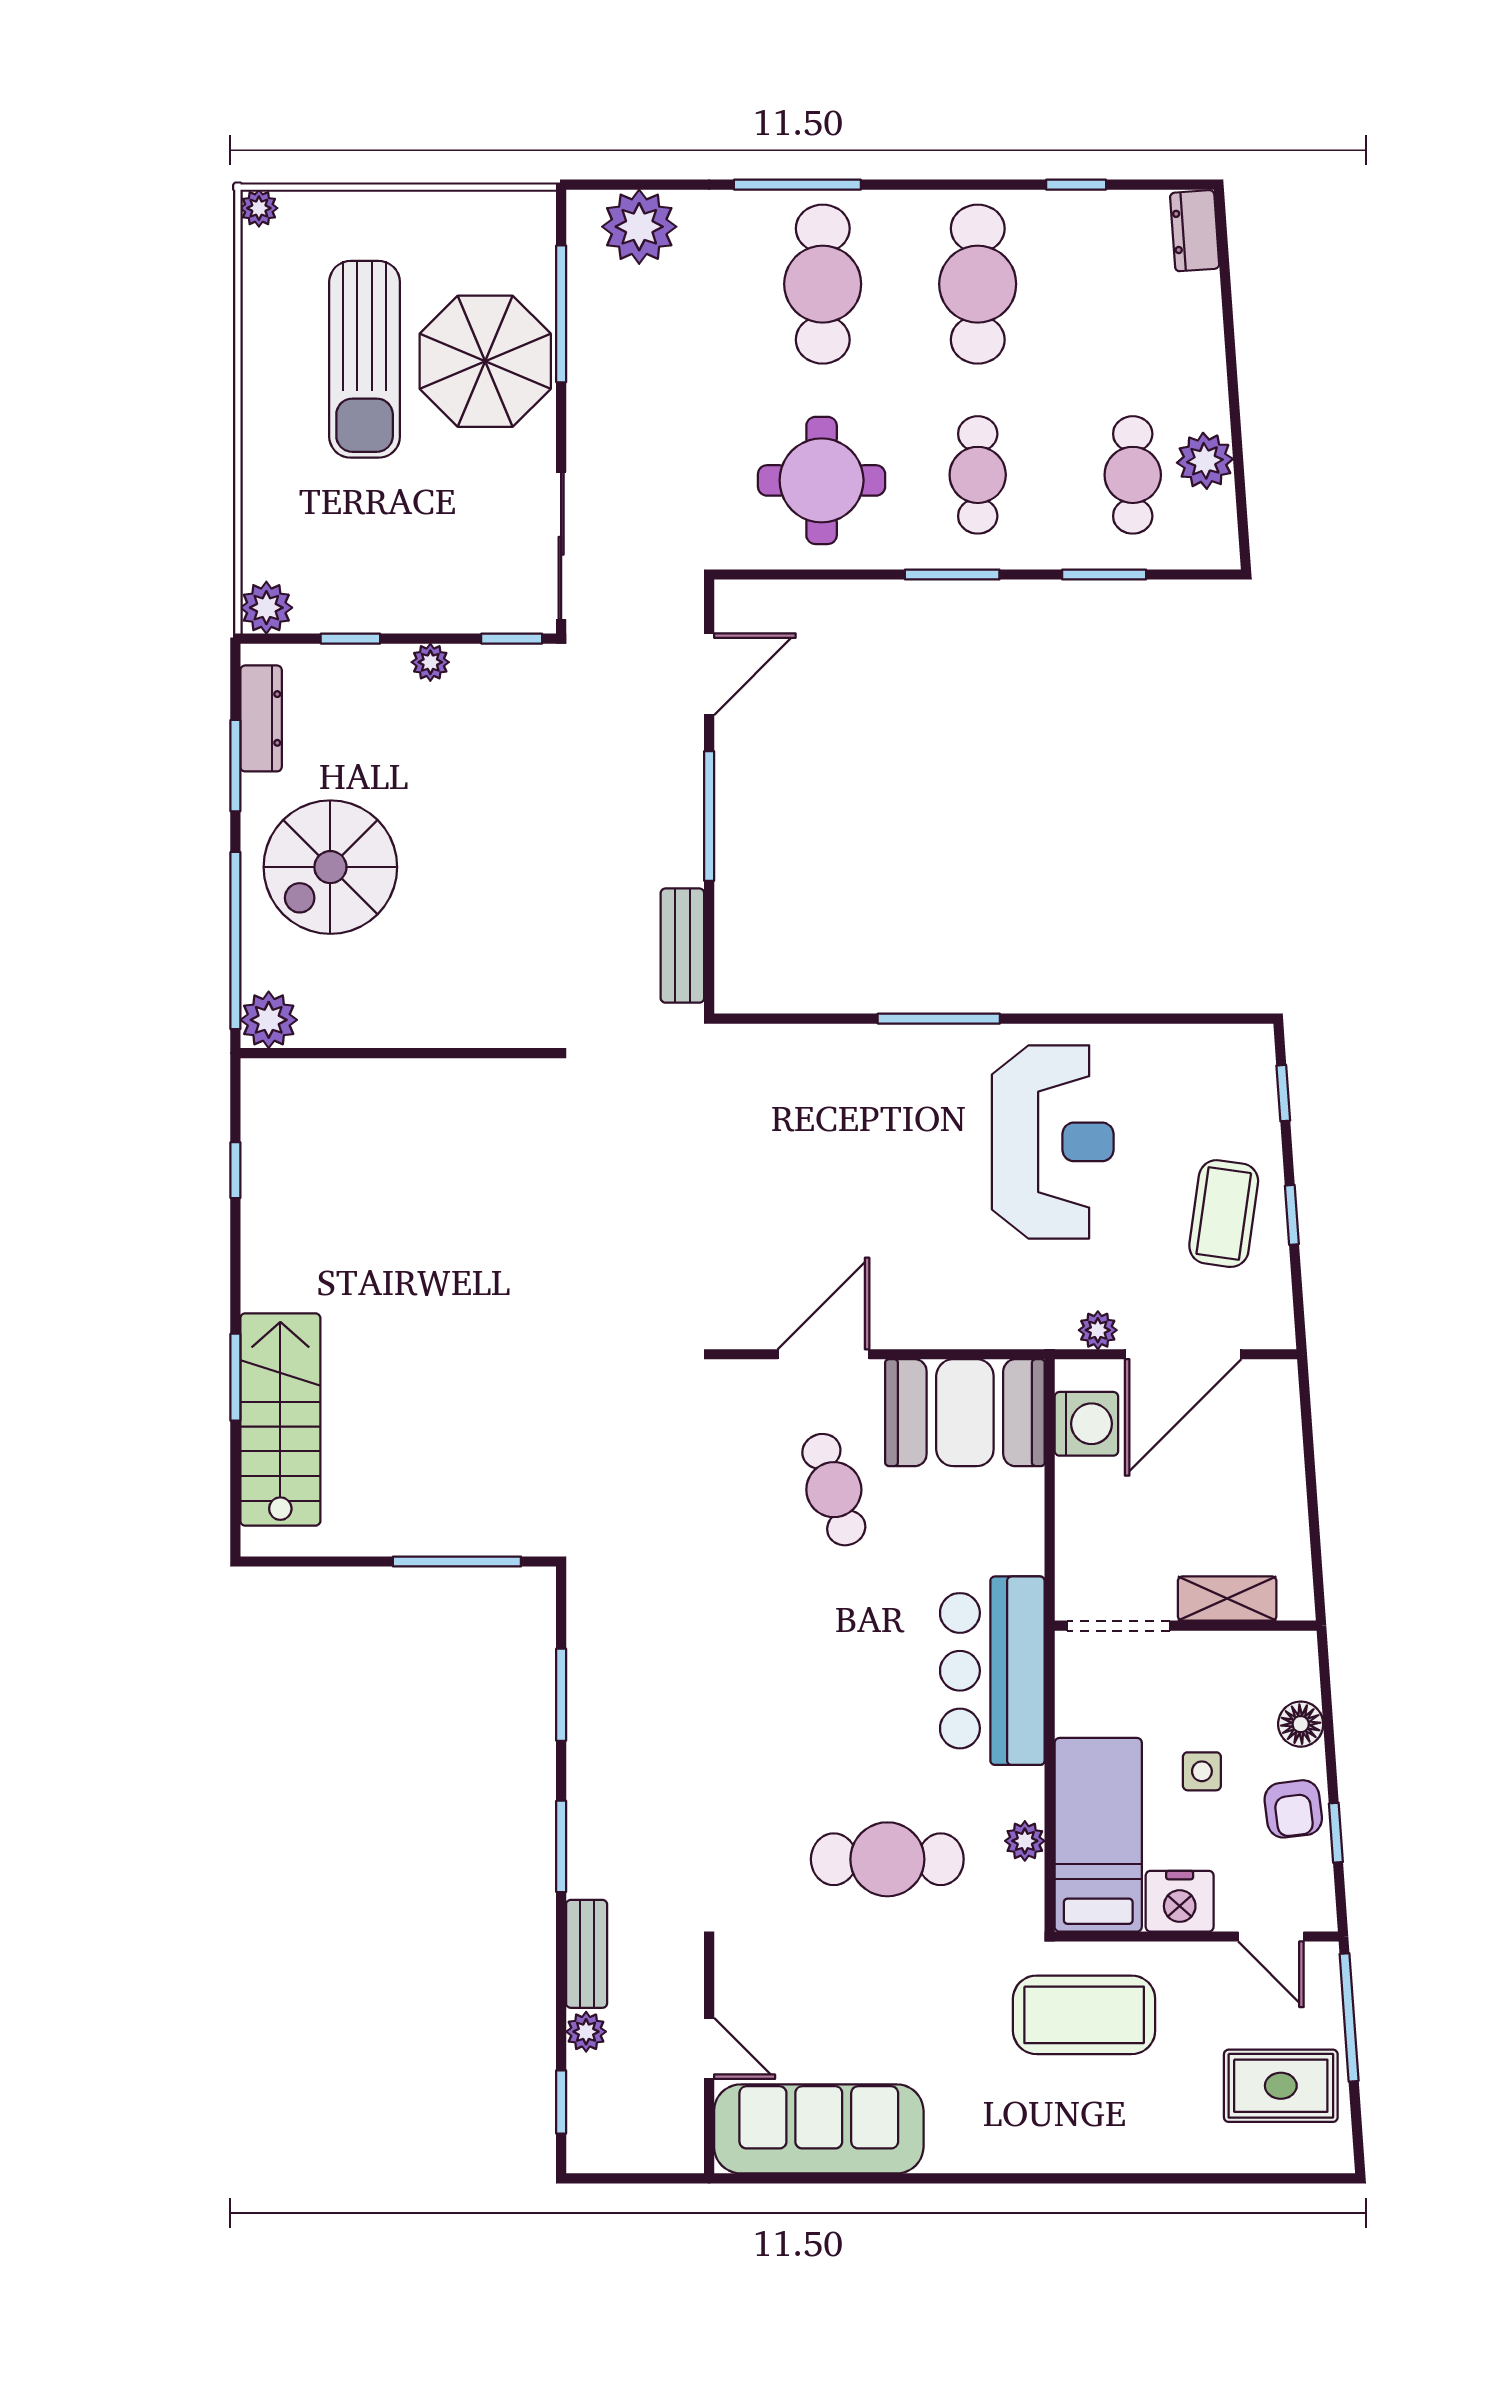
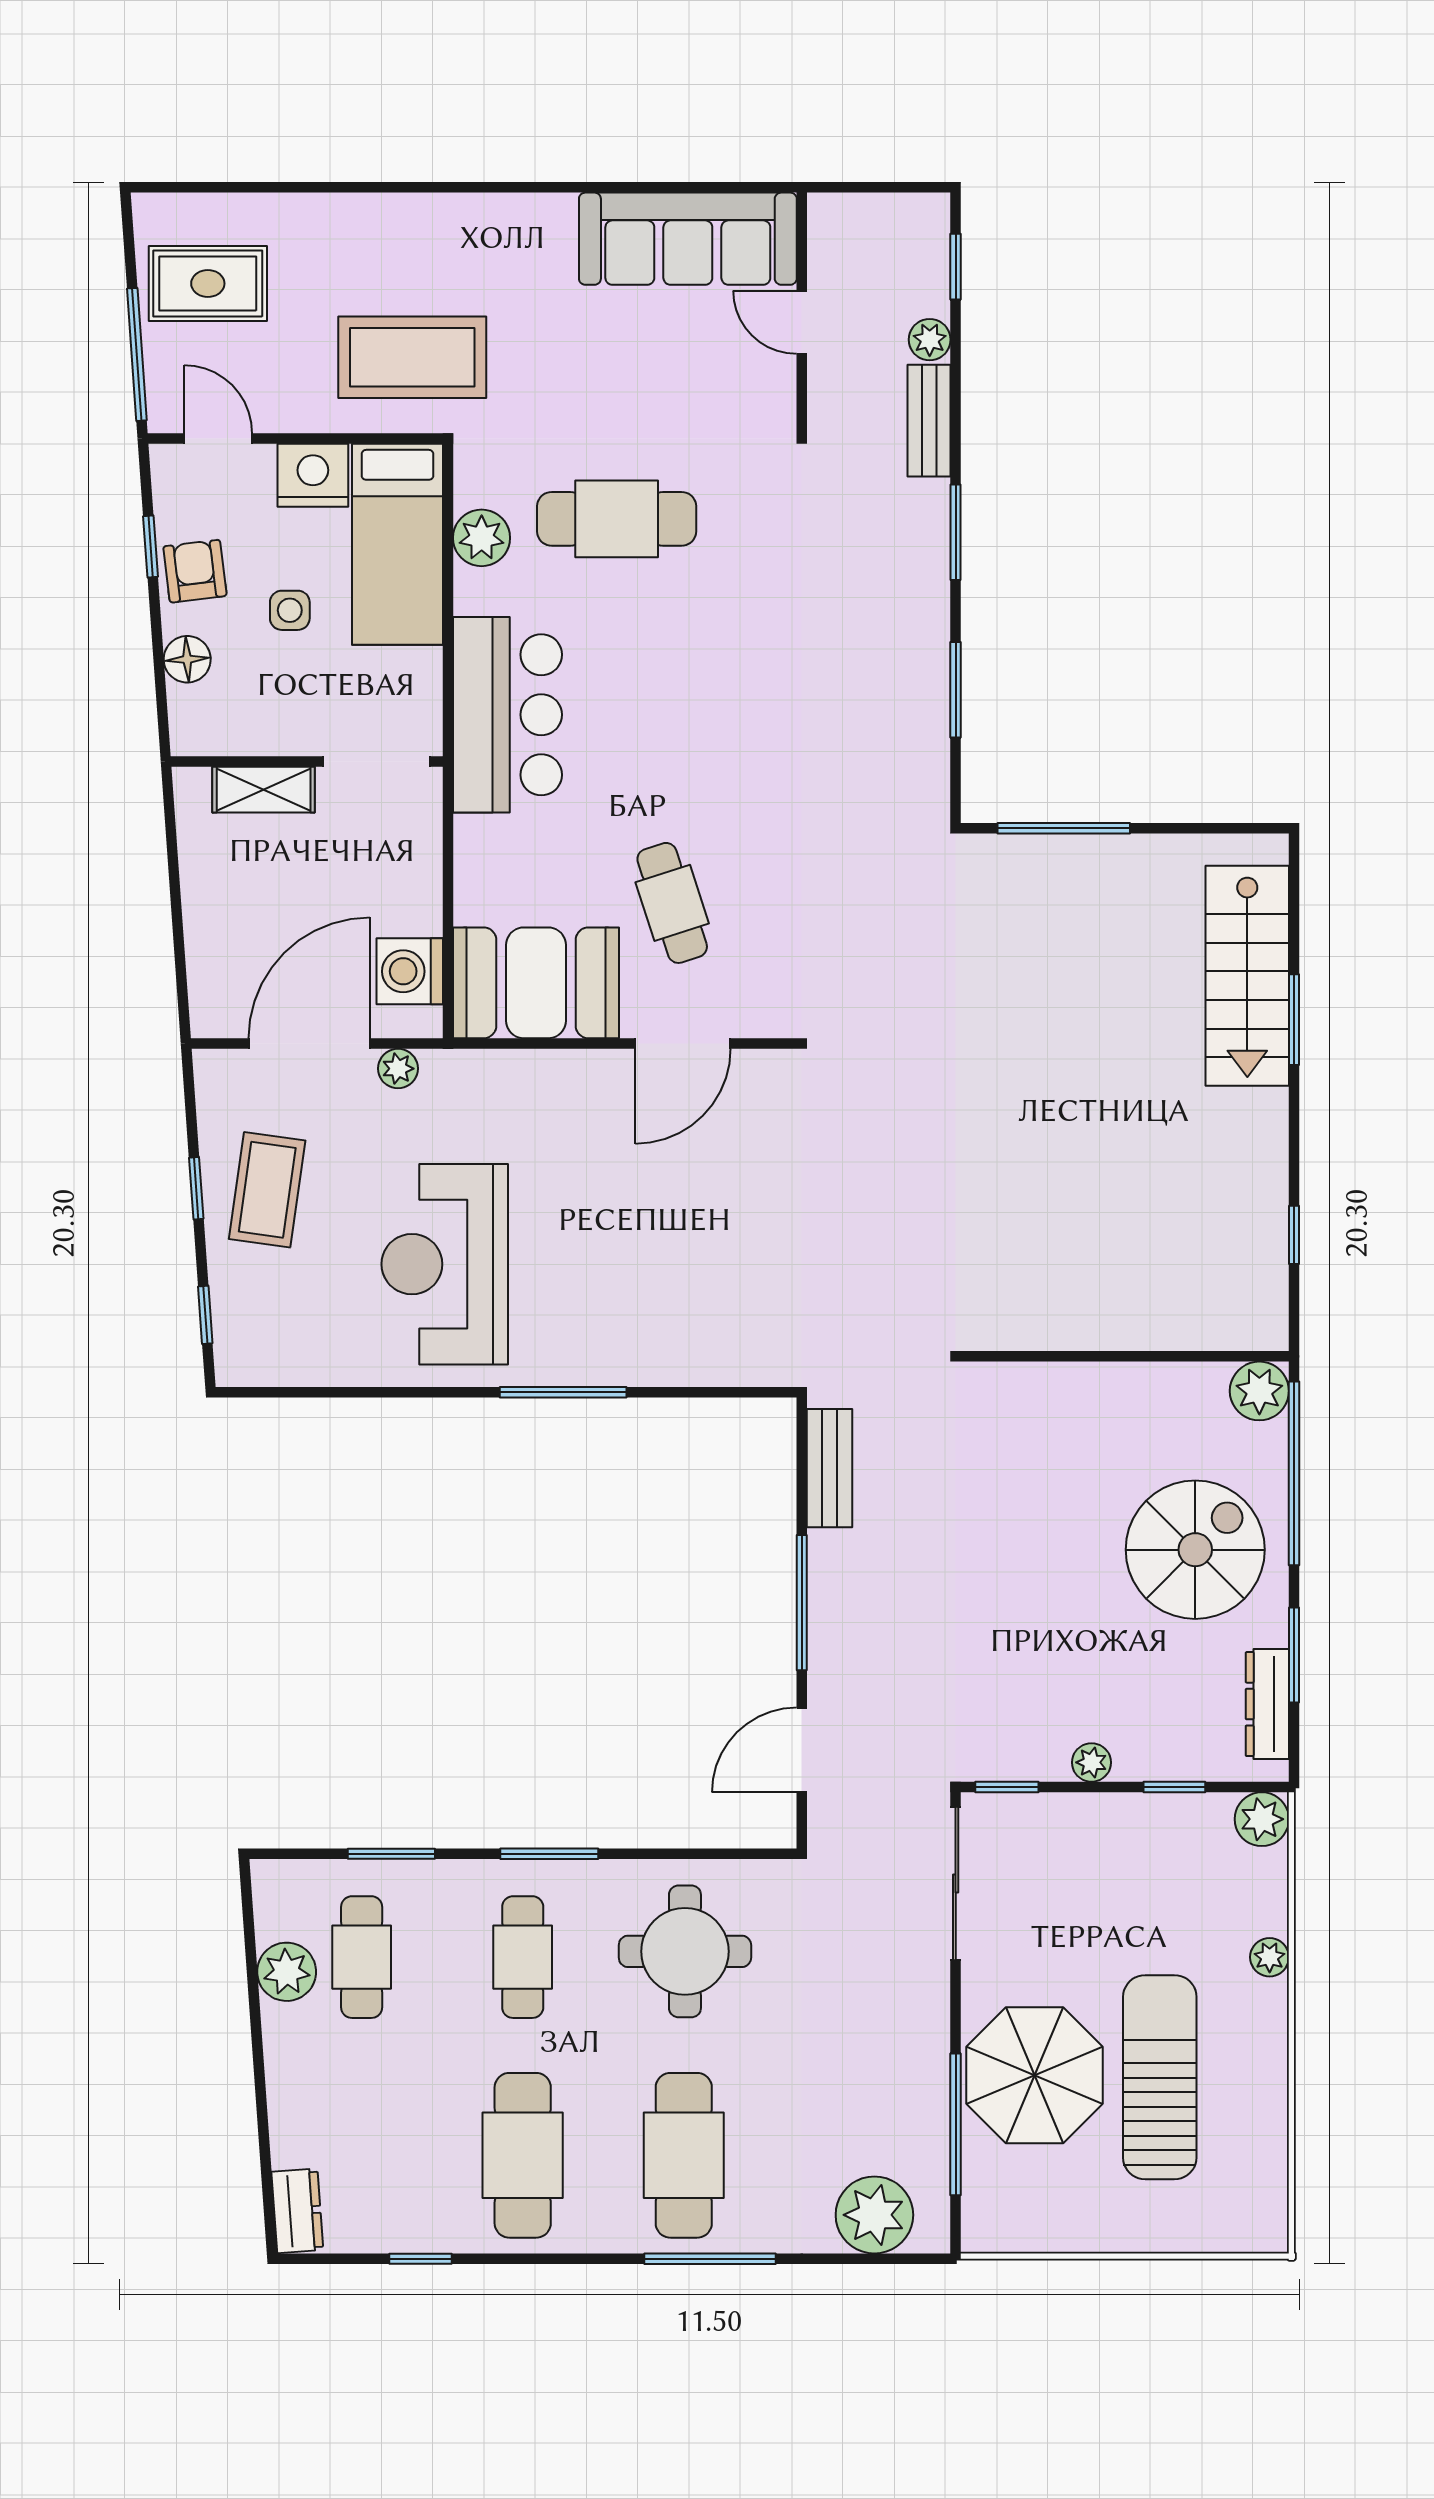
plant: (259, 208) -> (1270, 1957), moved
plant: (1025, 1841) -> (482, 538), width x1.38, depth x1.38

